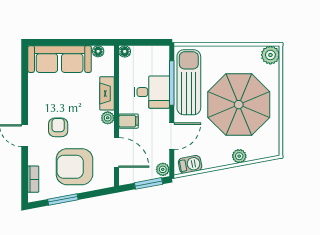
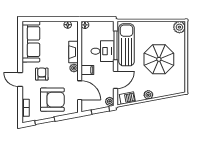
sofa: (60, 59) -> (31, 42), moved, turned -90
parasol: (239, 105) -> (159, 59), width x0.73, depth x0.73
plant: (239, 156) -> (148, 95), moved
armchair: (74, 167) -> (52, 100), turned 180

